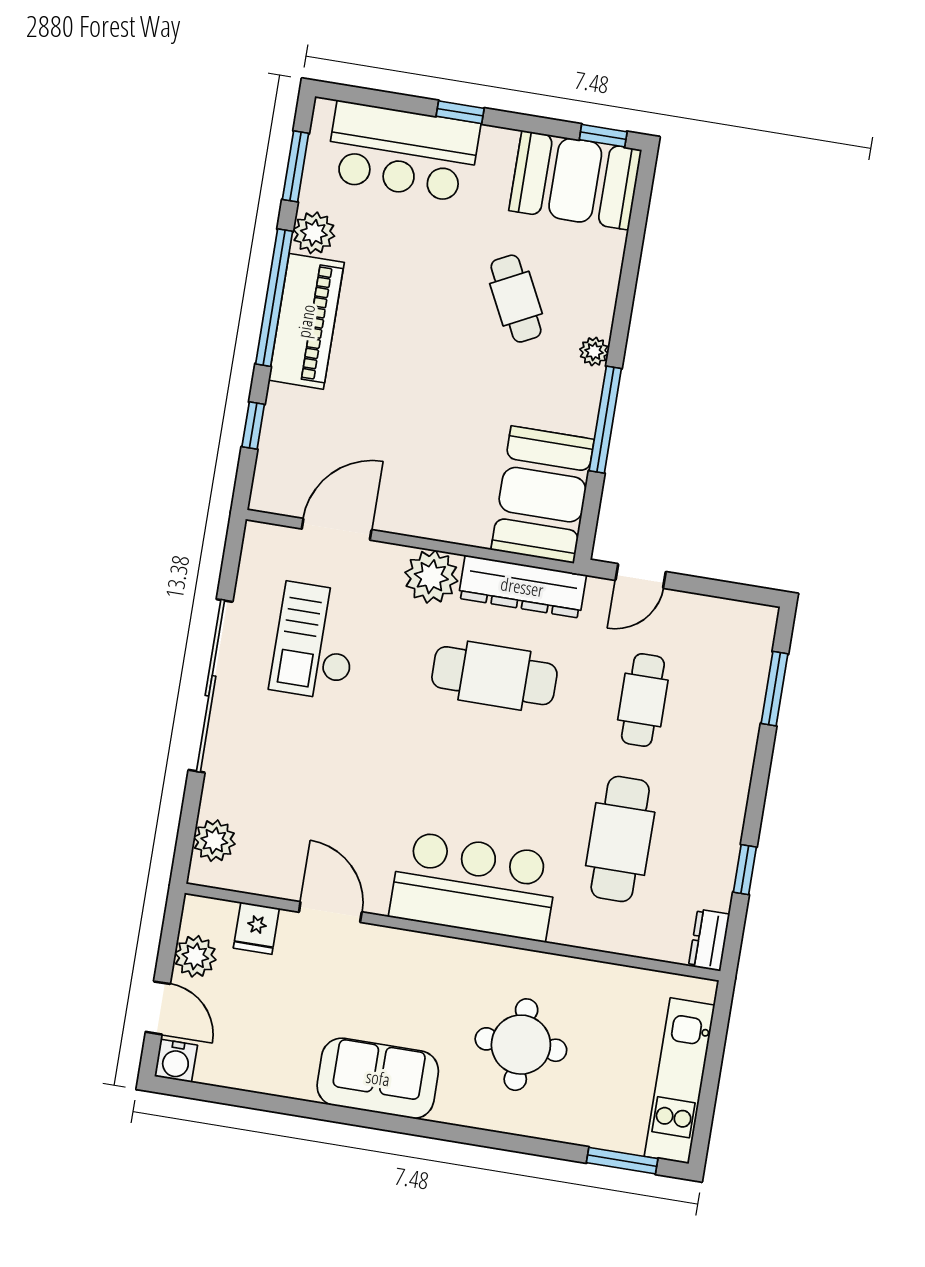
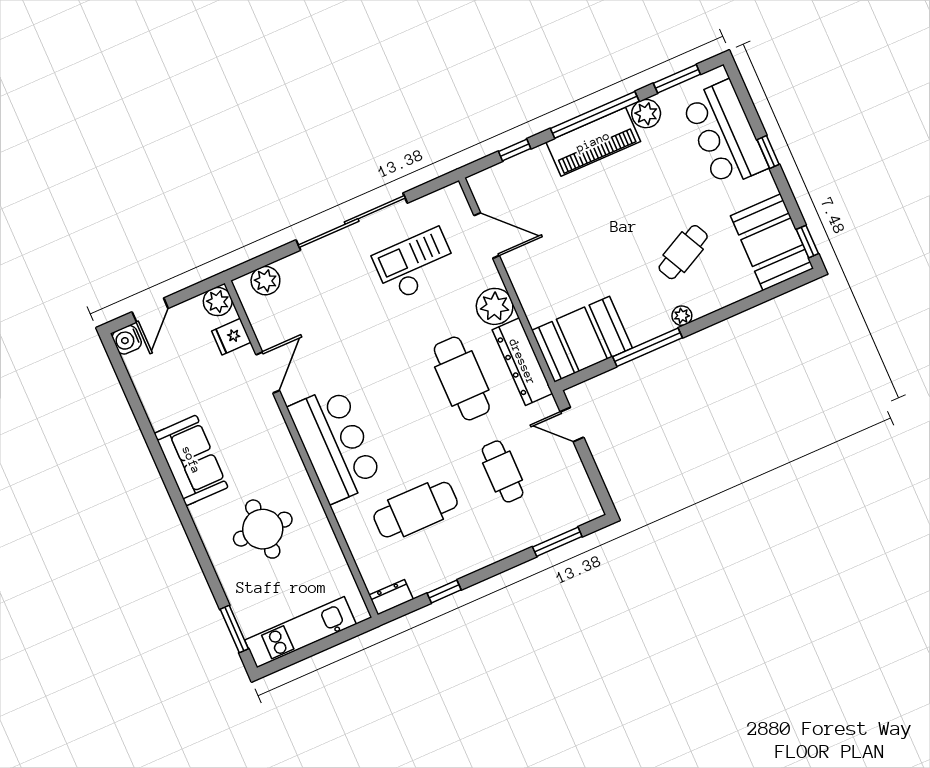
cafe table: (643, 700) -> (503, 471), turned 90
plant: (195, 956) -> (218, 302), moved

